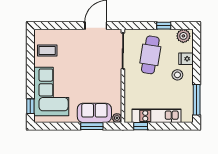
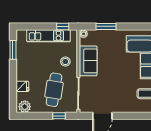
window: (164, 26) -> (59, 116), moved
stool: (177, 75) -> (65, 62), moved
window: (197, 100) -> (13, 50), width x0.69
sofa: (94, 113) -> (88, 61), moved, turned -90

